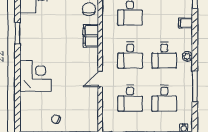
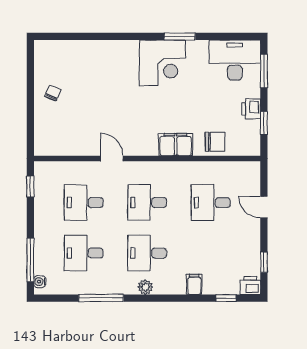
corner desk: (35, 76) -> (162, 63), moved

